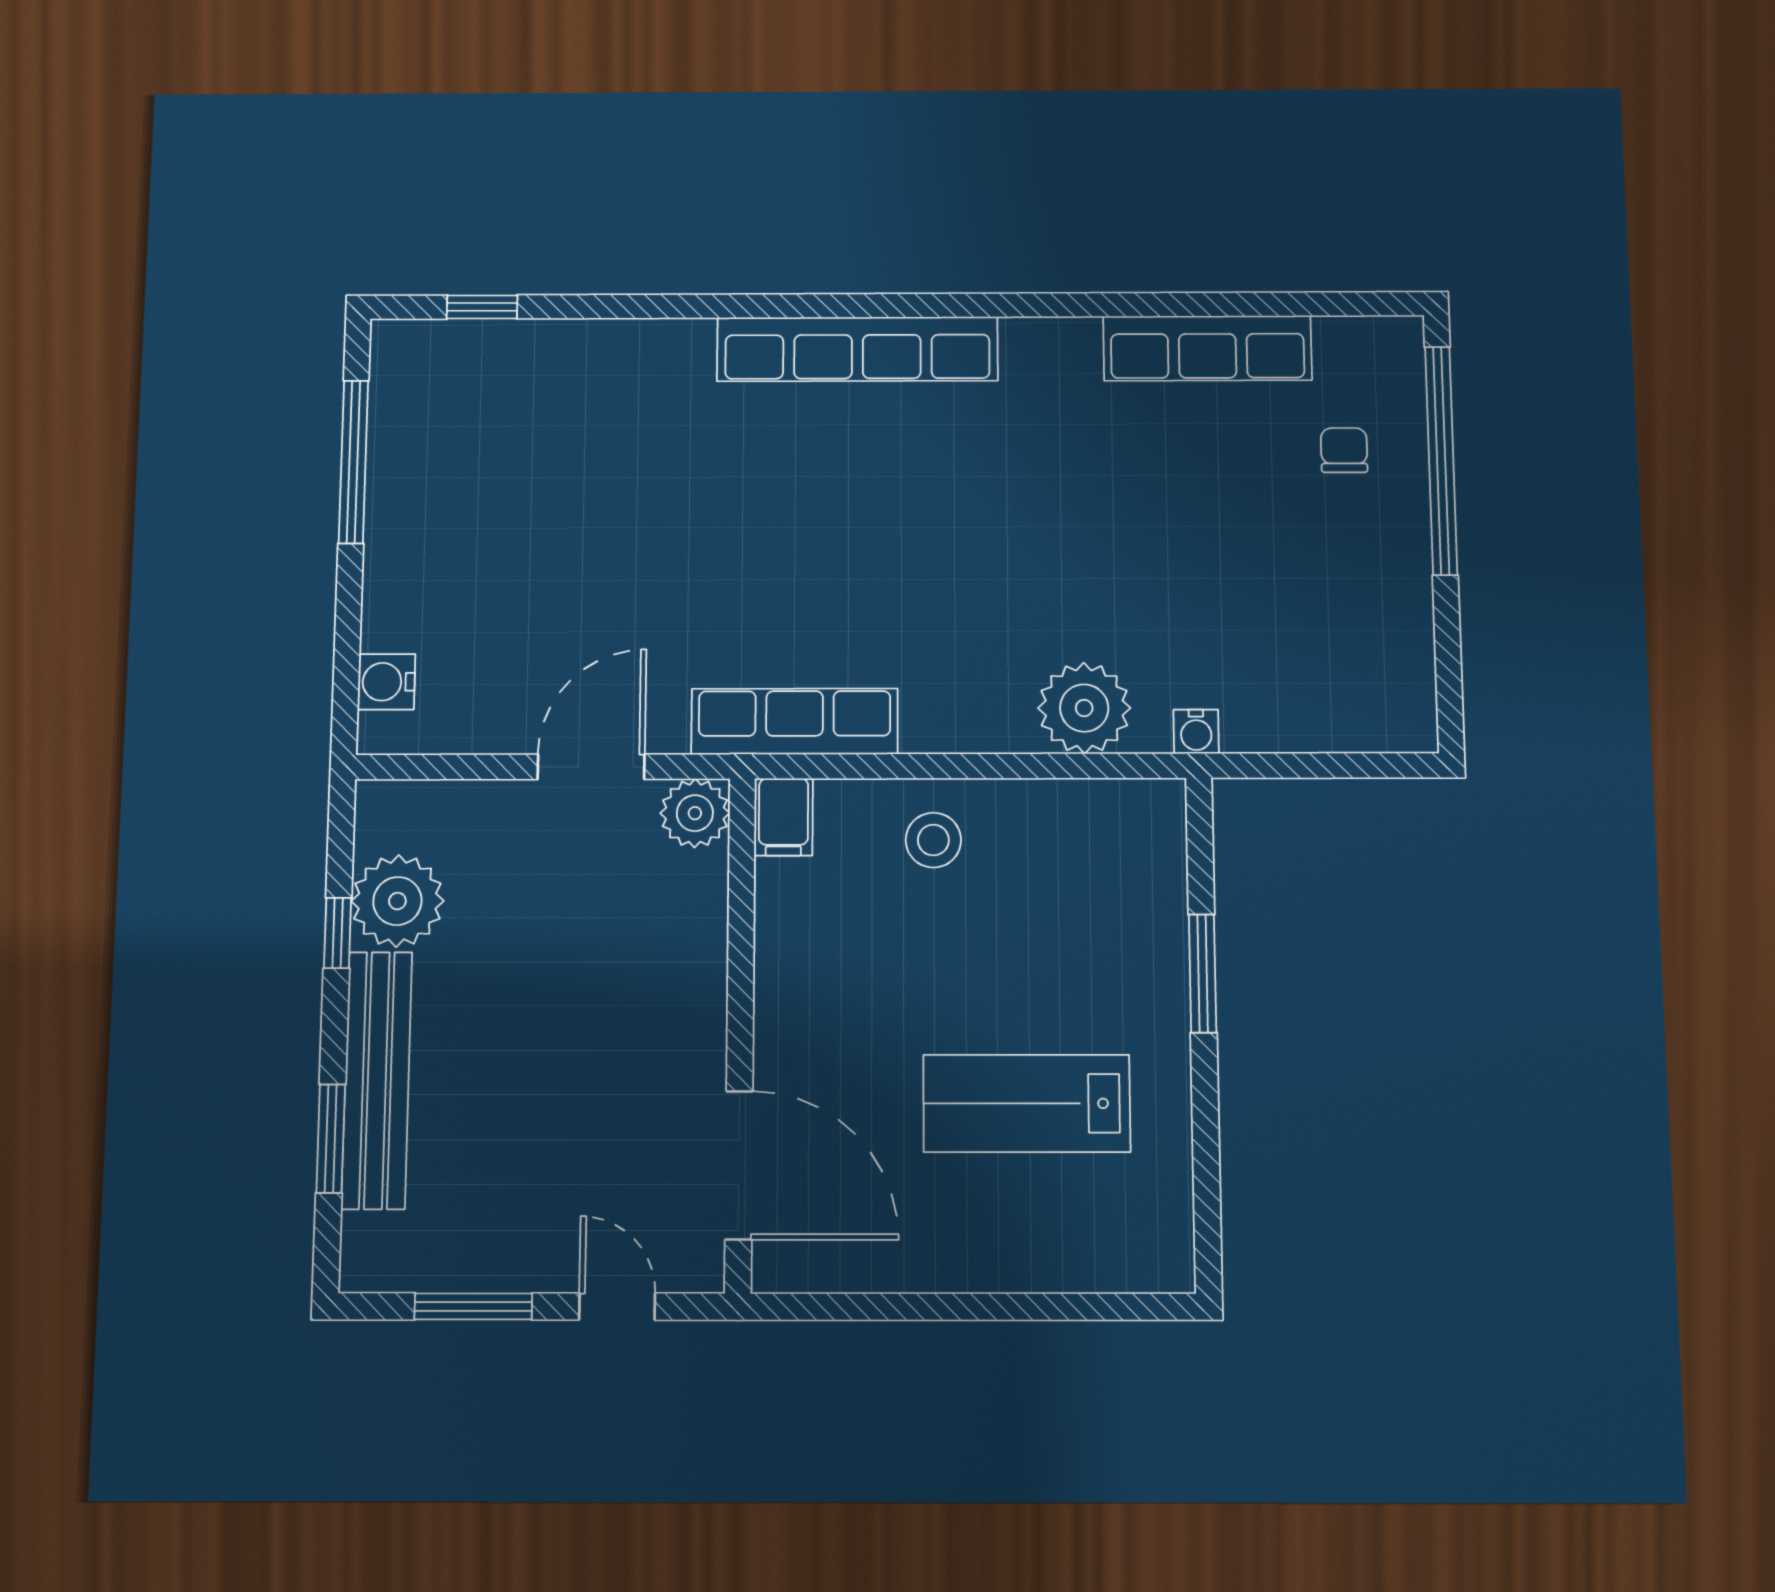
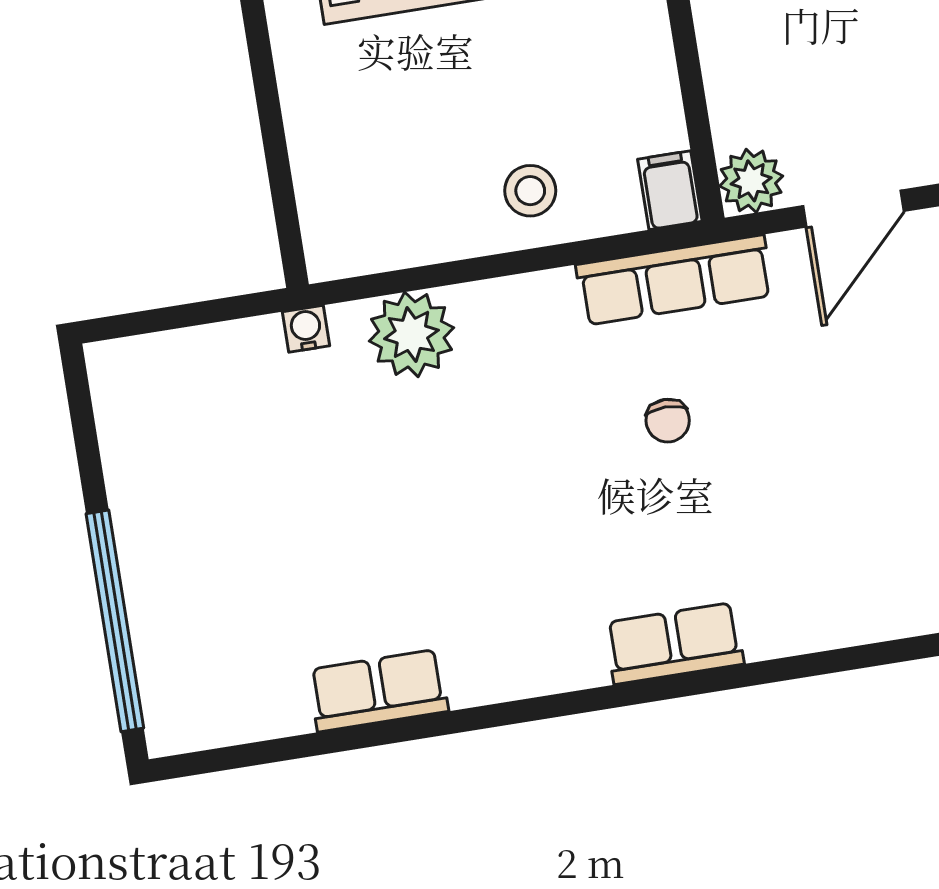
row of seats: (1207, 348) -> (378, 690), width x0.68
row of seats: (857, 349) -> (674, 643), width x0.50
chair: (1344, 450) -> (668, 421), moved
window: (1203, 973) -> (269, 108), removed

